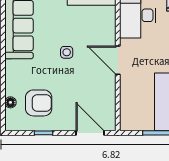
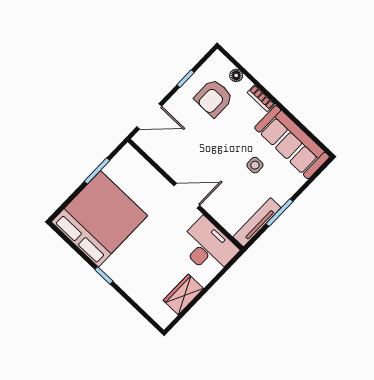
side table: (67, 52) -> (255, 165), moved
bookcase: (10, 73) -> (261, 98), added

